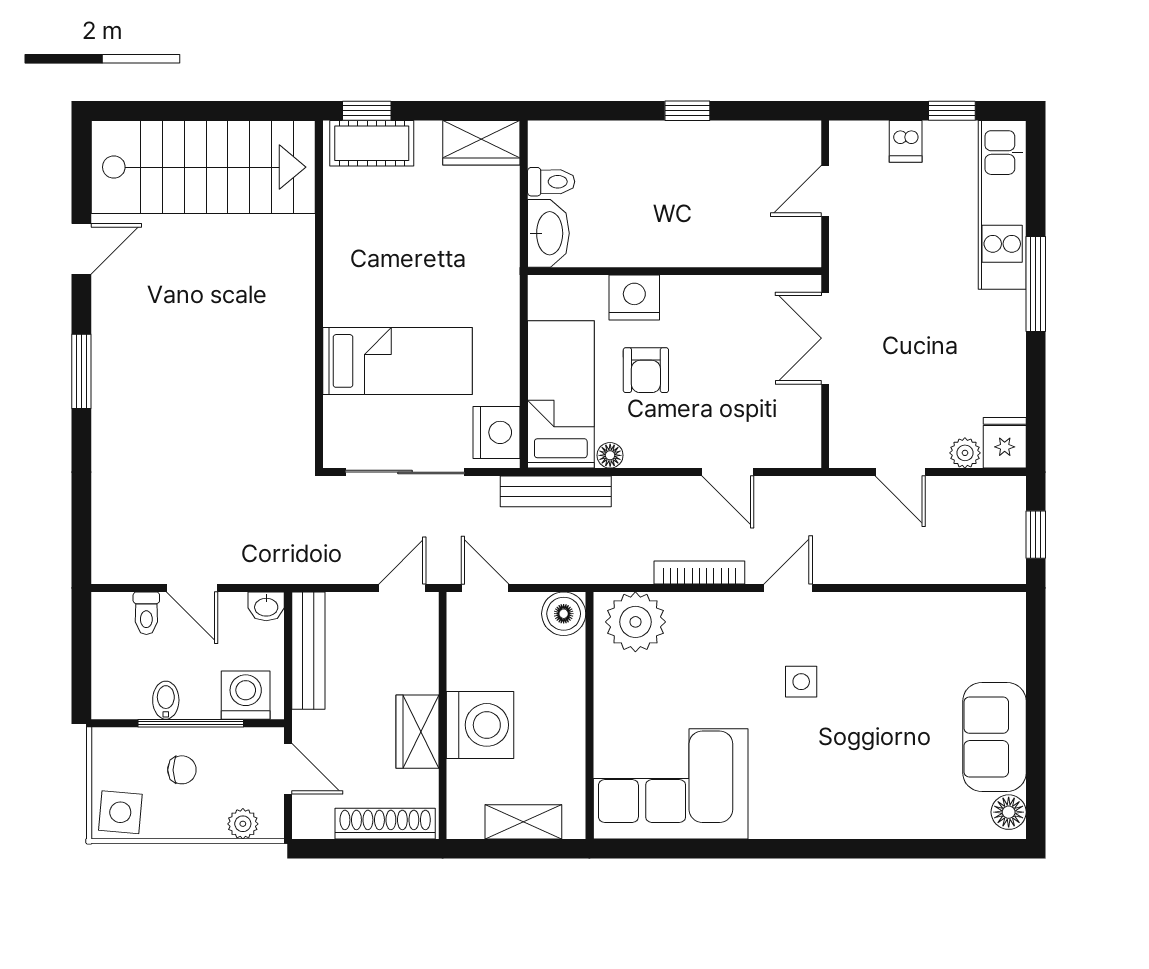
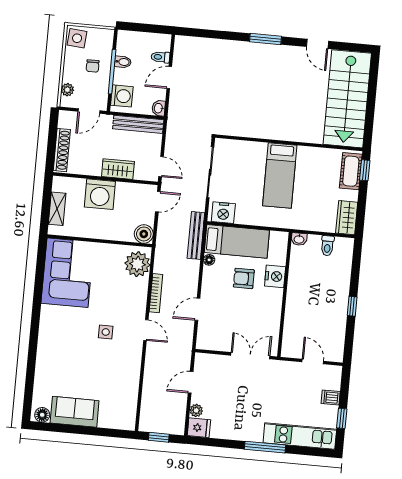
washbasin: (548, 233) -> (299, 239), width x0.52, depth x0.69
bed: (397, 361) -> (280, 176), moved
wardrobe: (417, 732) -> (118, 169), moved

